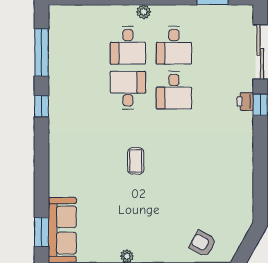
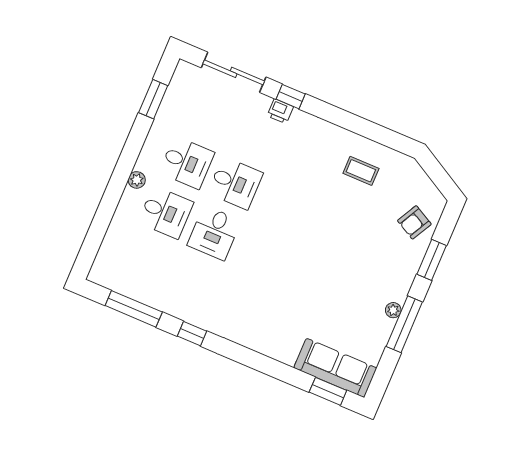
desk: (128, 90) -> (214, 233), turned -90
coffee table: (136, 161) -> (361, 171), moved

